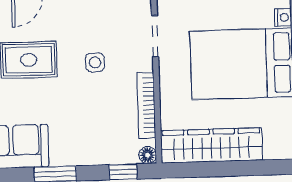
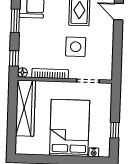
side table: (95, 62) -> (76, 47), width x1.87, depth x1.87

